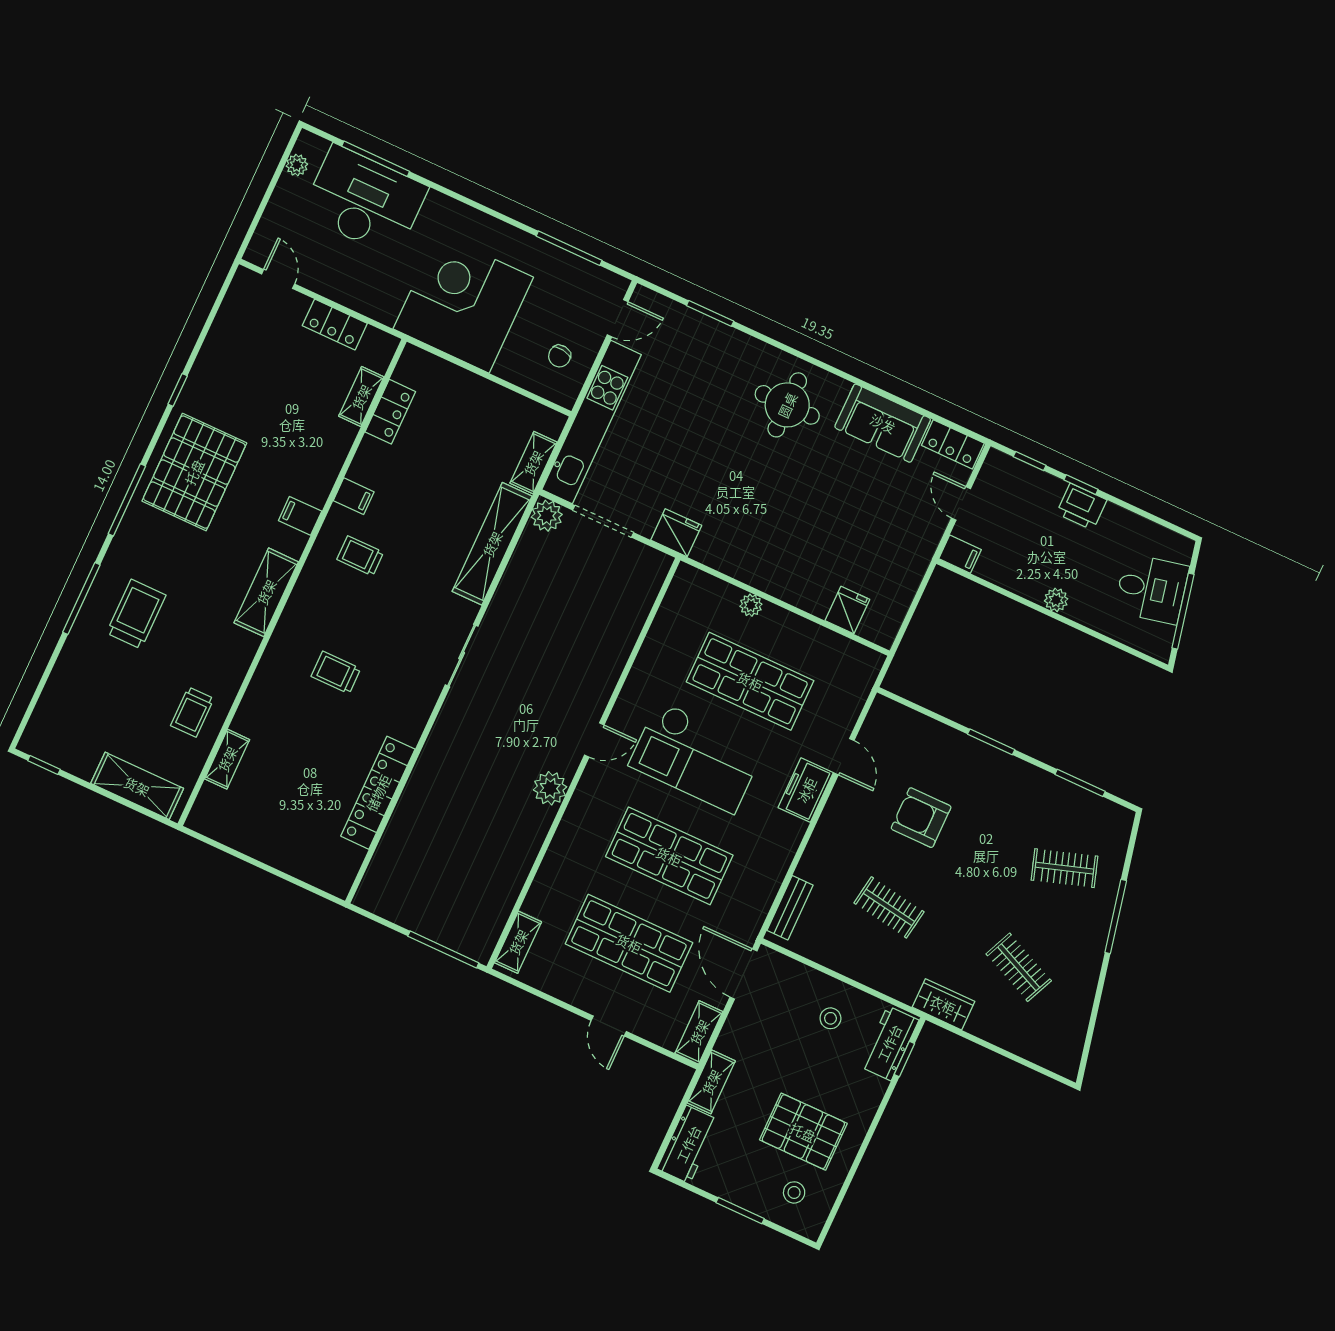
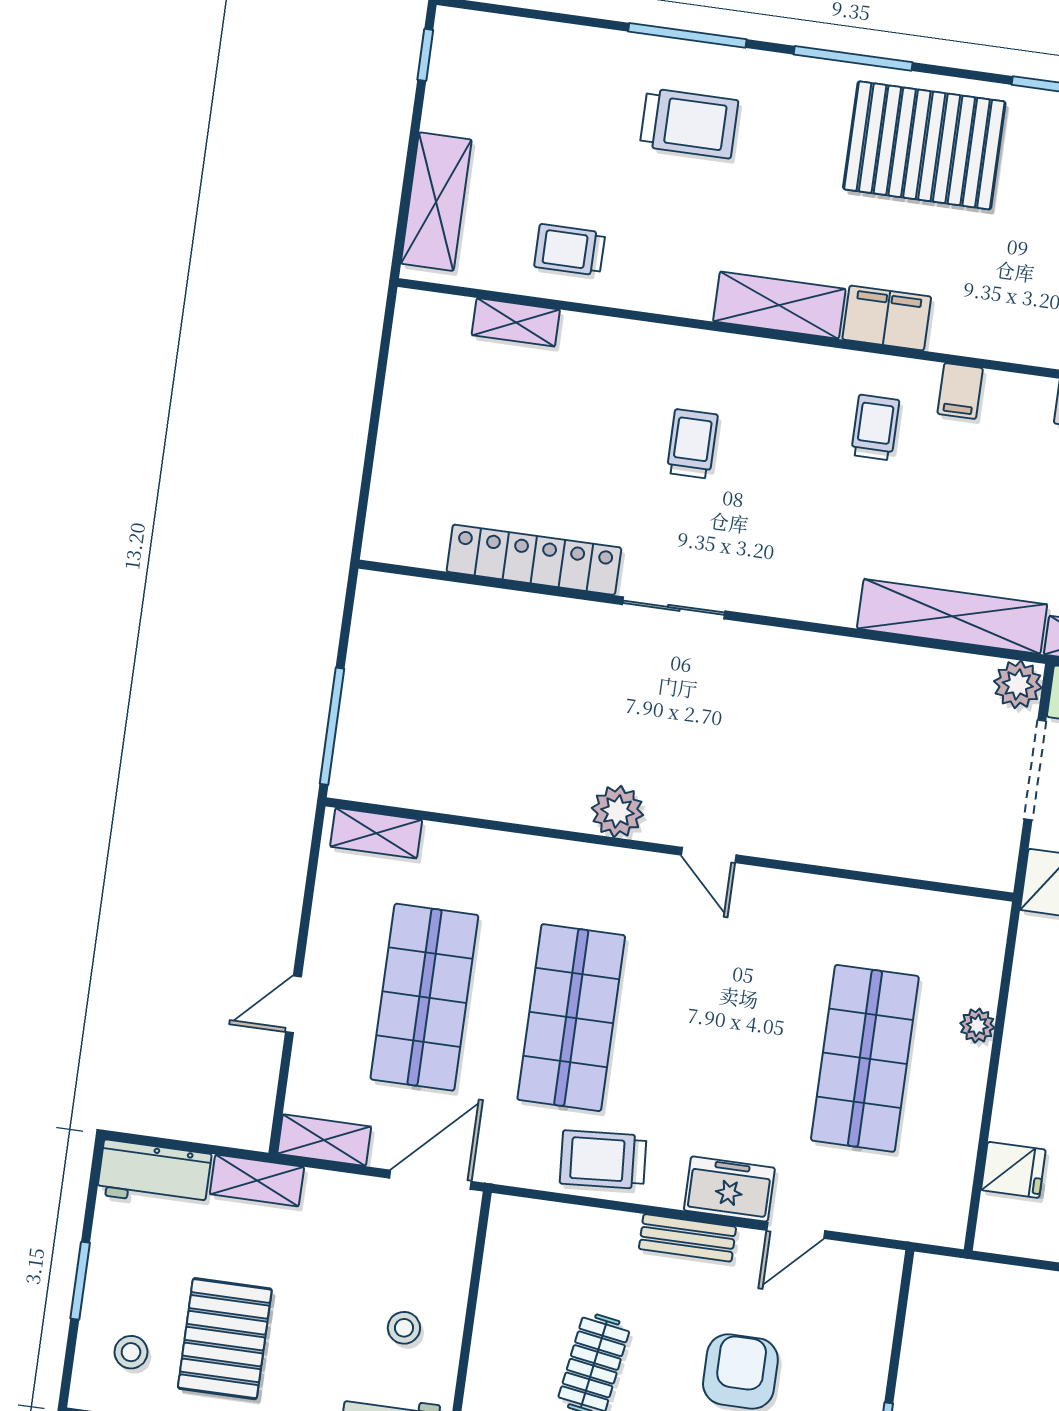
filing cabinet: (300, 516) -> (887, 318), width x2.00
sliding door: (462, 656) -> (674, 608), moved
checkout: (696, 757) -> (729, 1013), removed
trolley: (764, 863) -> (603, 1160), added
bench: (790, 908) -> (687, 1238), moved

